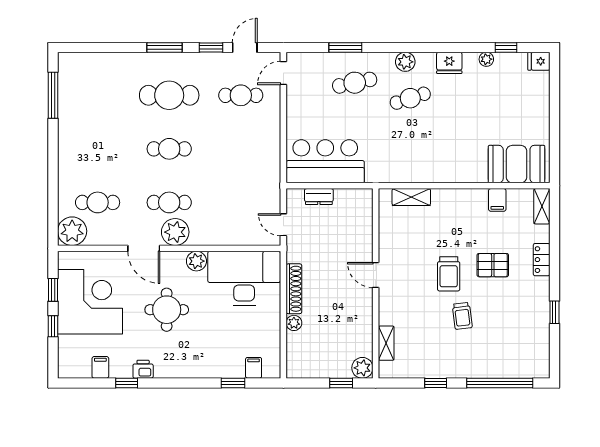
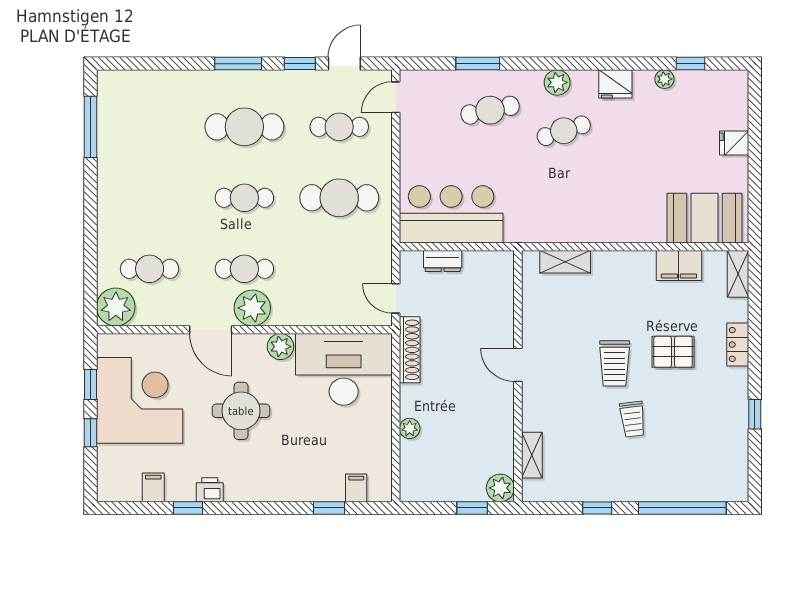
fridge: (539, 61) -> (734, 143), moved
cafe table: (241, 149) -> (339, 198), added
filing cabinet: (497, 200) -> (679, 265), width x2.00
shoe rack: (294, 289) -> (410, 350), moved

